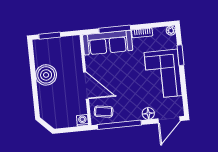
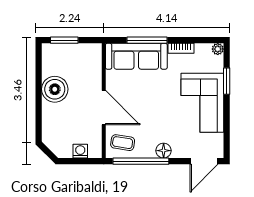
floor lamp: (148, 113) -> (164, 151), moved
washing machine: (82, 120) -> (80, 151), moved

